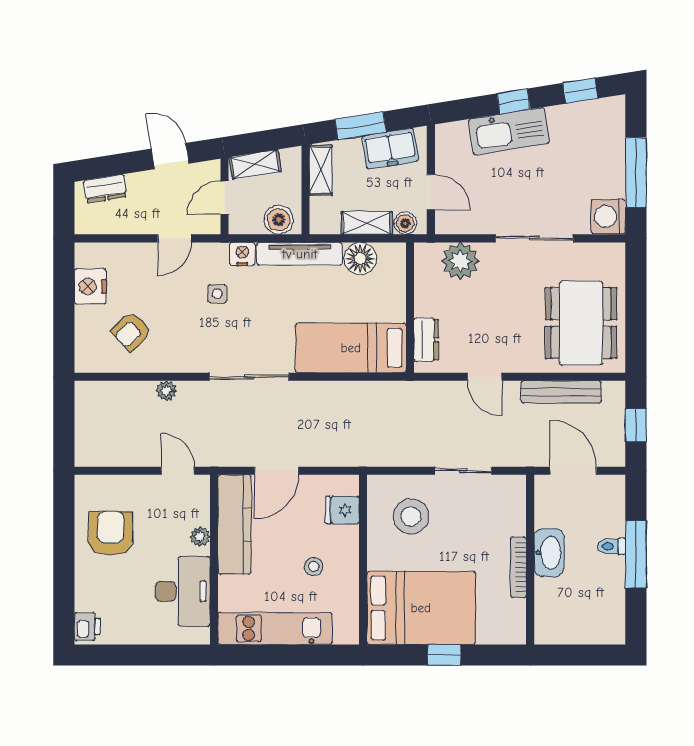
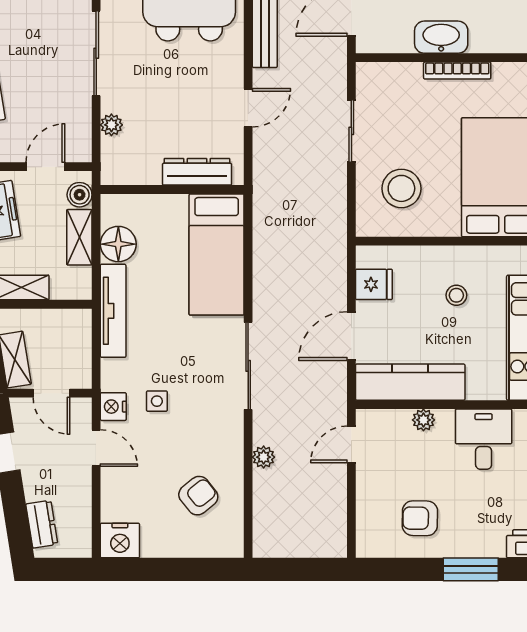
boiler: (279, 220) -> (76, 334), removed
nightstand: (242, 254) -> (113, 407), moved
plant: (460, 261) -> (111, 125), width x0.53, depth x0.53
nightstand: (90, 286) -> (120, 541), moved
armchair: (131, 331) -> (198, 496), turned -85
dresser: (426, 340) -> (197, 172), width x1.44
door: (276, 471) -> (351, 336), swing flipped
fridge: (342, 510) -> (374, 284), moved, turned -90
armchair: (110, 533) -> (420, 518), width x0.72, depth x0.72
window: (64, 580) -> (471, 569), added
desk: (183, 591) -> (484, 439), width x0.73

